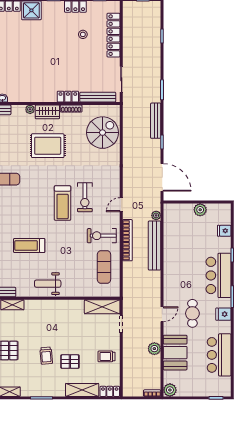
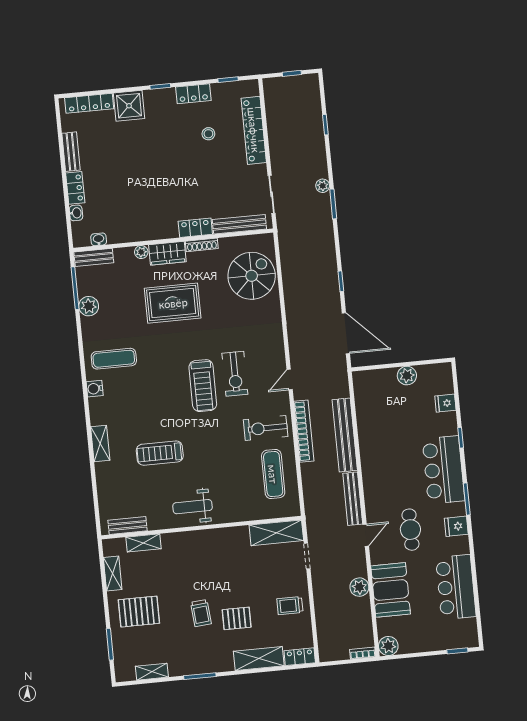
bench: (156, 121) -> (353, 499), moved
plant: (156, 215) -> (323, 186), moved

